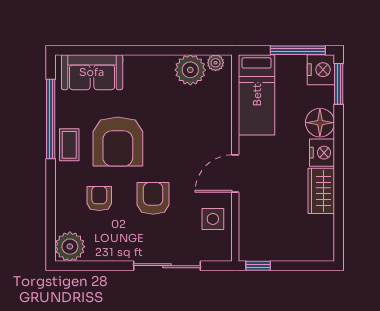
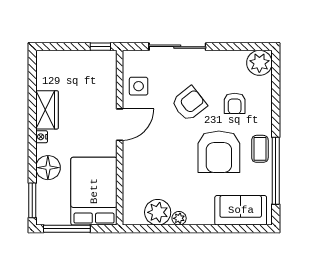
plant: (216, 63) -> (179, 218), moved
nightstand: (321, 70) -> (47, 212), removed
bed: (257, 95) -> (94, 191), width x1.50
armchair: (118, 142) -> (219, 152), turned 180
nightstand: (322, 153) -> (42, 137), width x0.53, depth x0.56
armchair: (153, 198) -> (189, 104), turned -128

